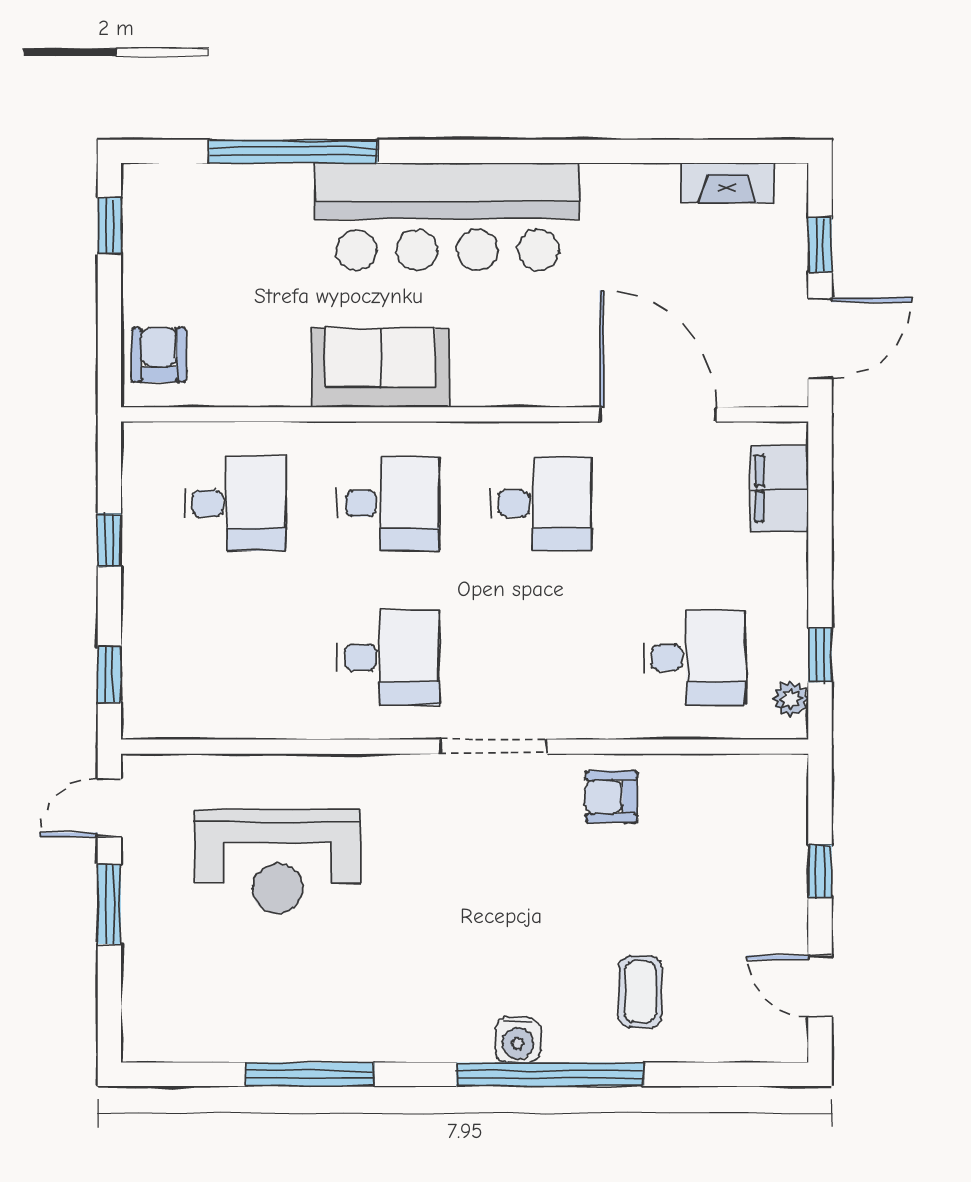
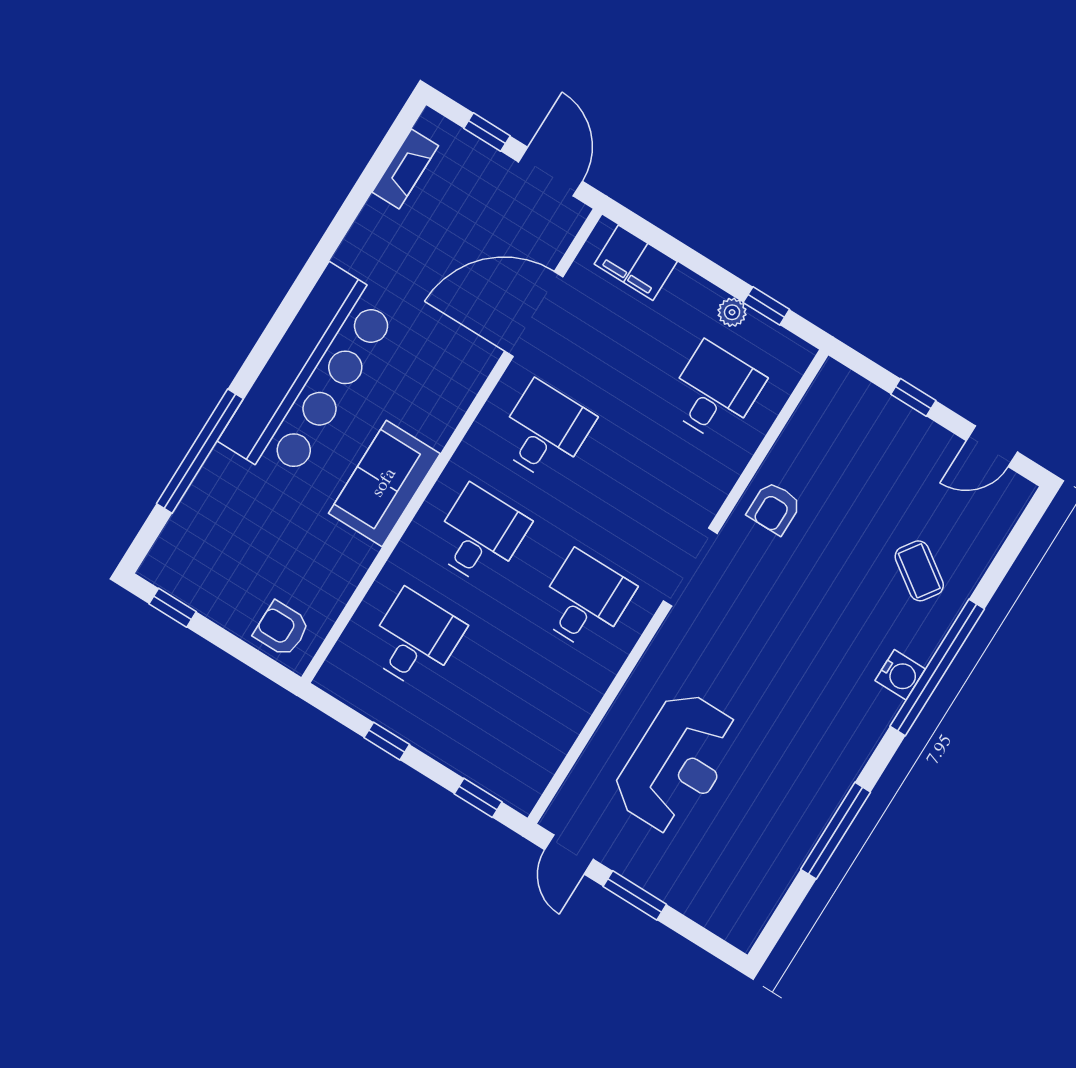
plant: (791, 699) -> (732, 312), moved
coffee table: (640, 992) -> (919, 571), turned 35

